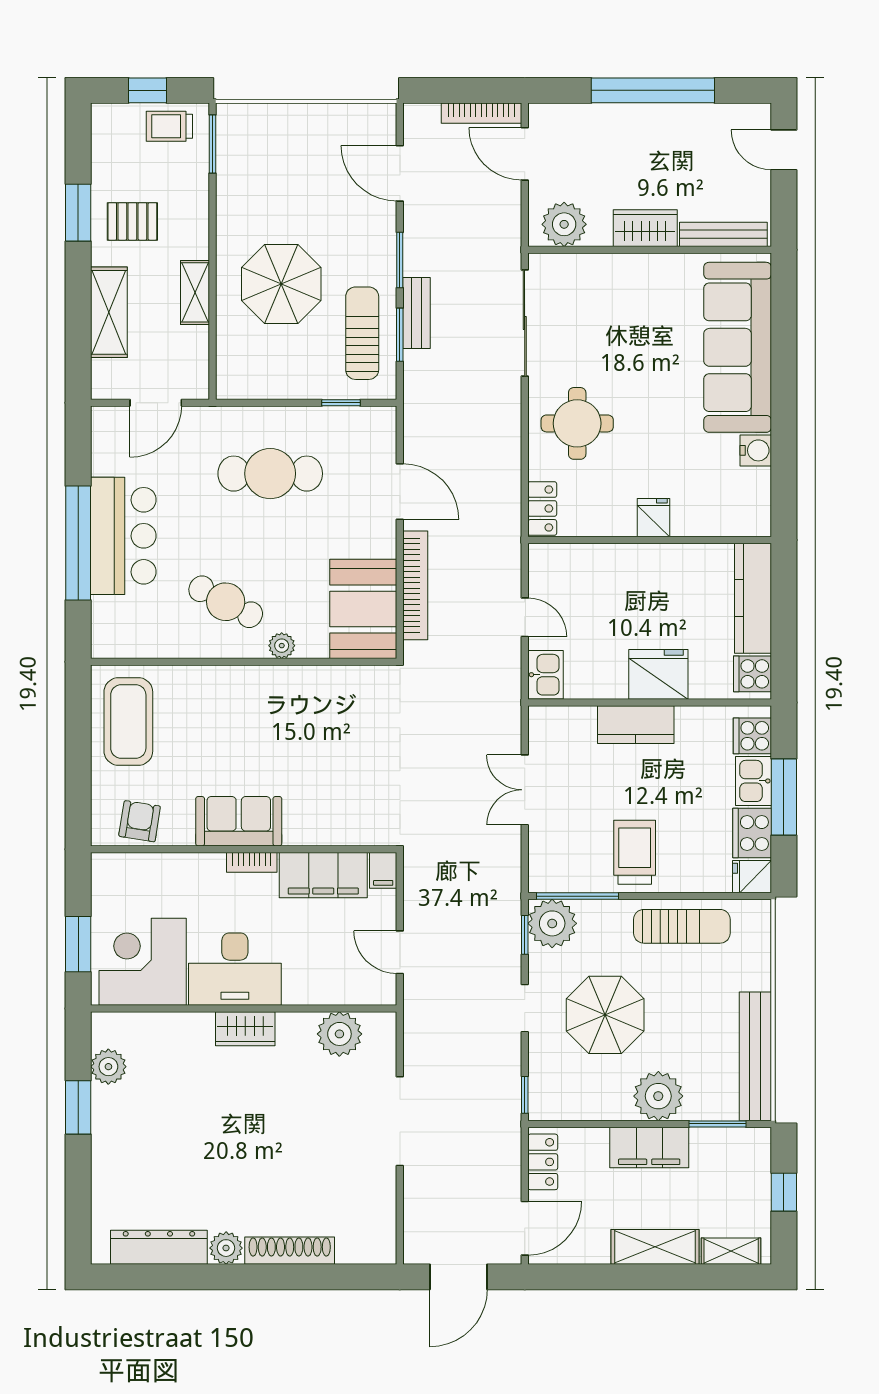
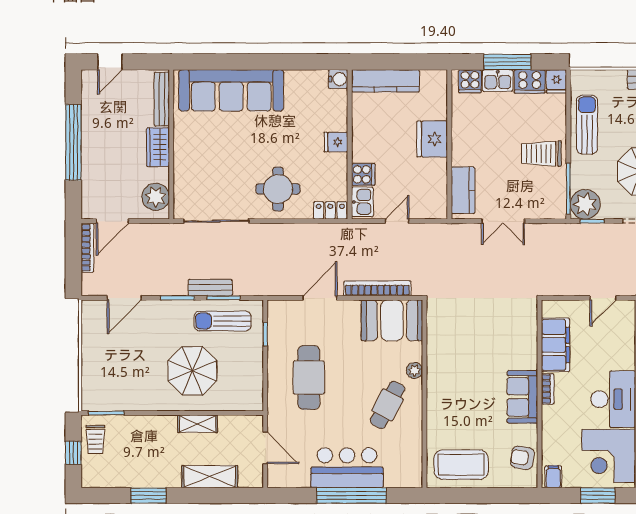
pallet: (132, 221) -> (154, 462), removed
water cooler: (756, 450) -> (338, 79), moved, turned 90
cooker: (752, 674) -> (363, 174), moved, turned -90
kitchen sink: (546, 675) -> (362, 202), moved, turned 90
kitchen counter: (636, 725) -> (463, 190), moved
filing cabinet: (383, 870) -> (553, 477), moved, turned -90

